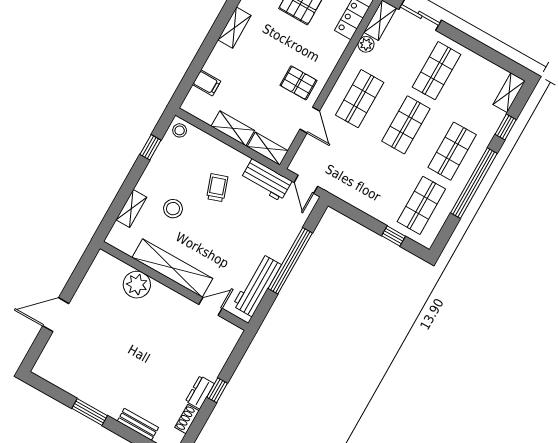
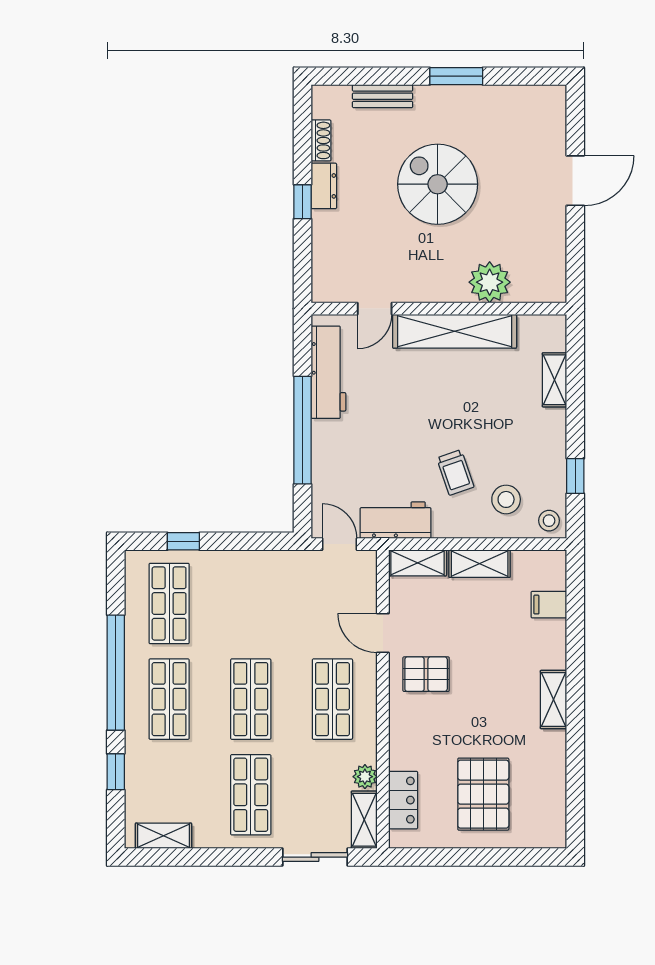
shelving: (509, 93) -> (163, 836), moved, turned 90
stool: (173, 209) -> (506, 499), moved
spiral stairs: (135, 357) -> (438, 184), added

